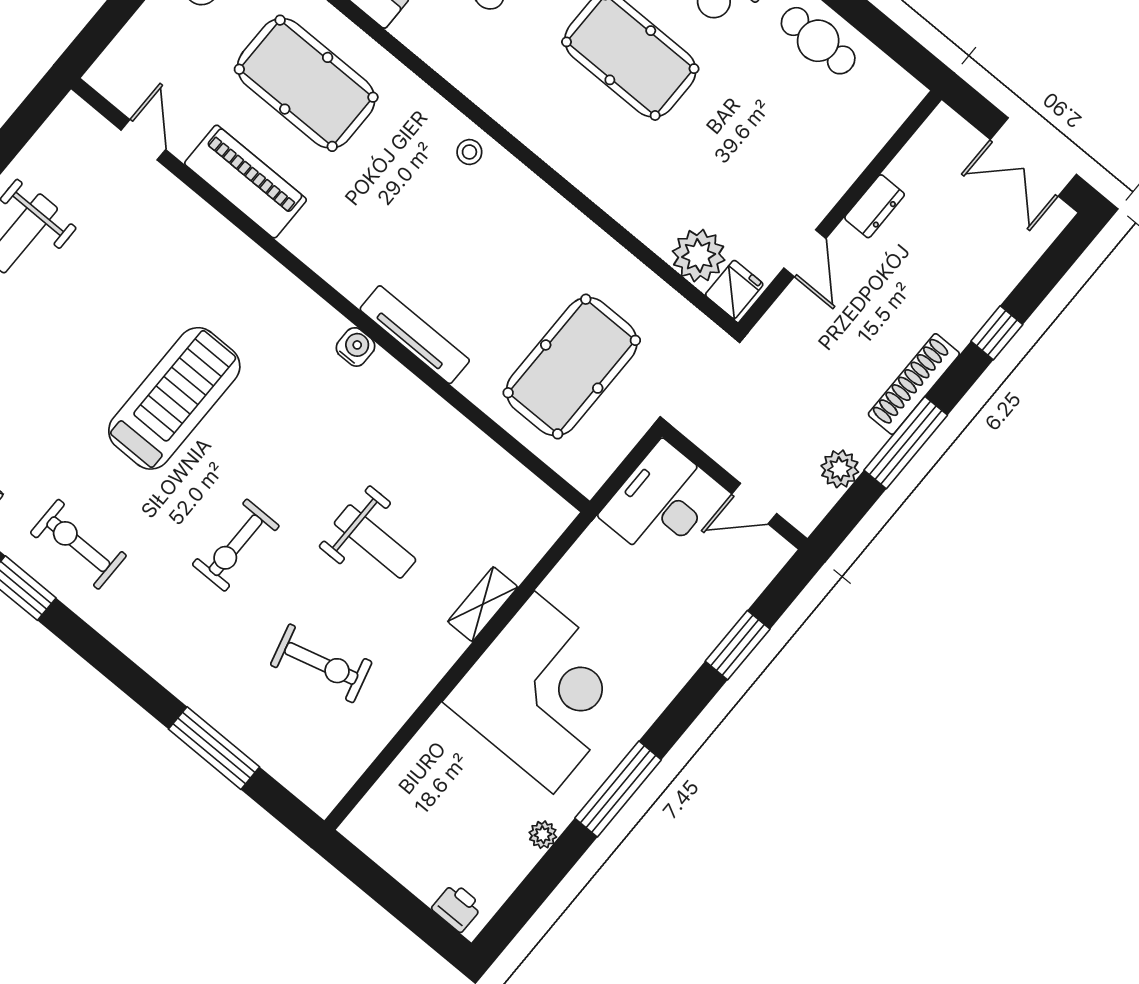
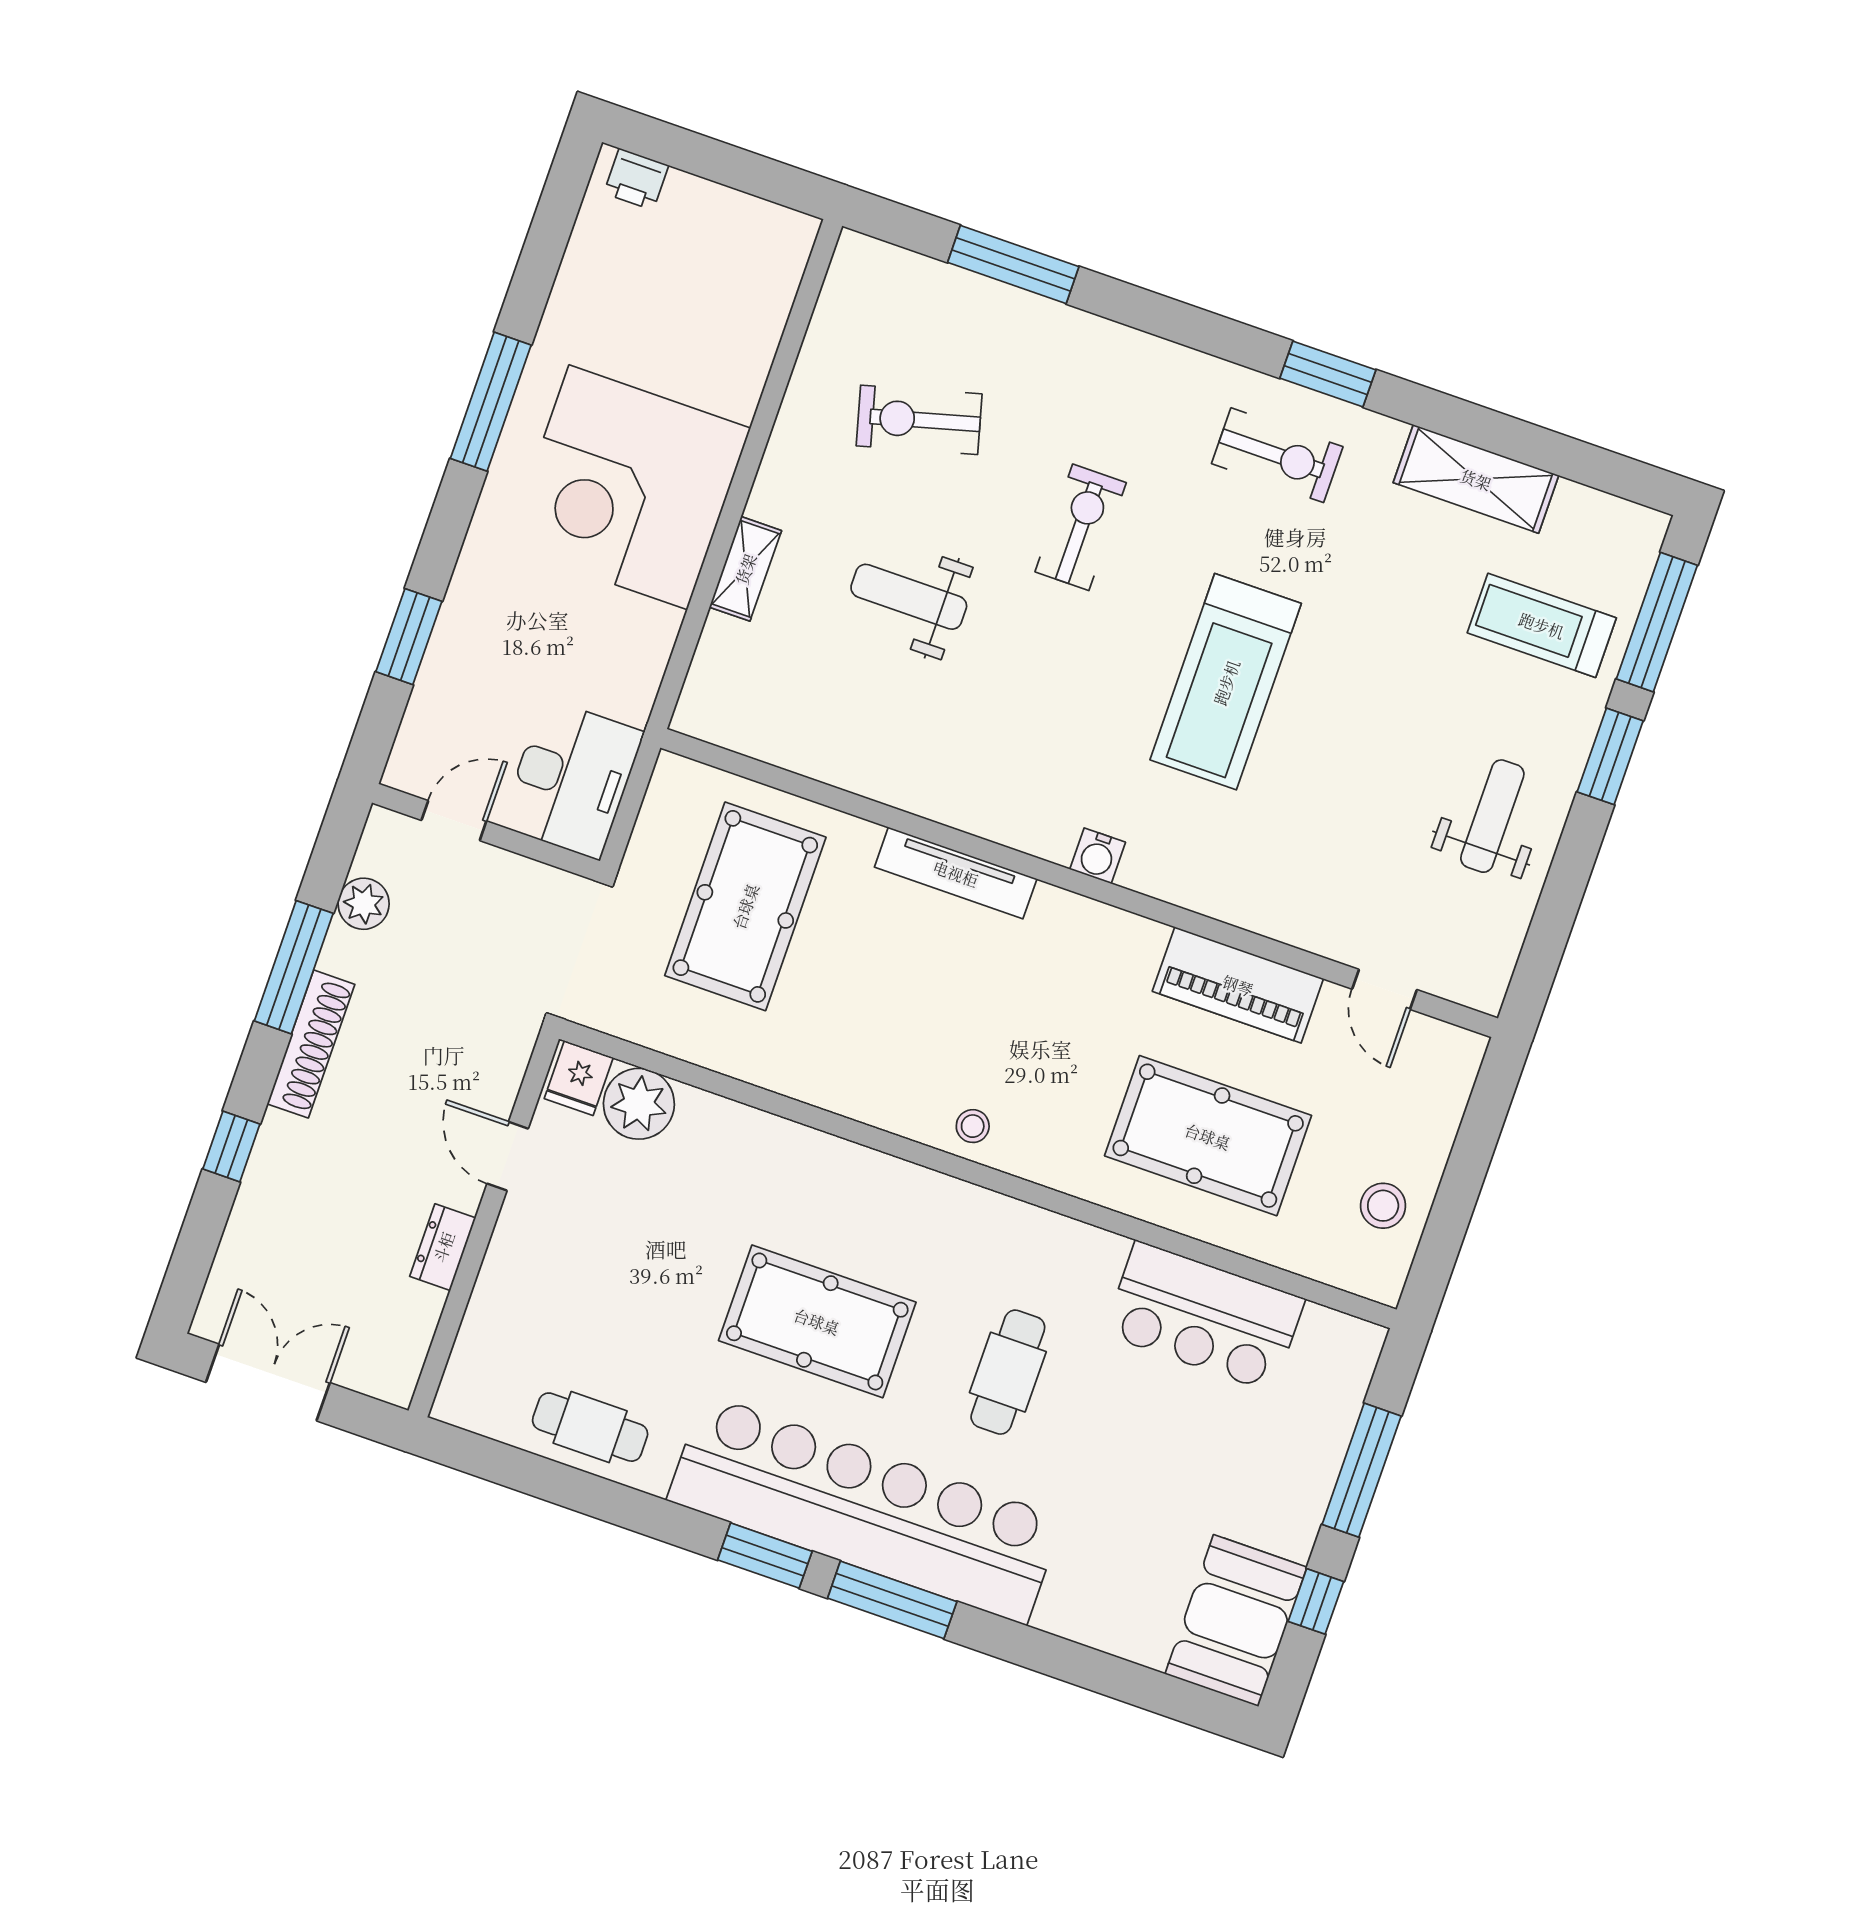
water cooler: (355, 347) -> (1098, 856), moved
plant: (543, 835) -> (563, 310), removed

